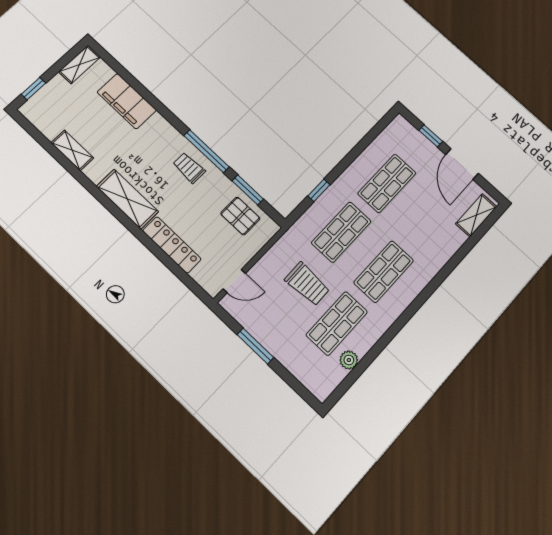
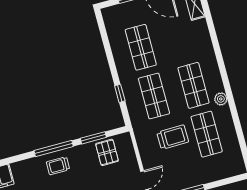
pallet: (240, 216) -> (107, 152), turned 90
plant: (349, 360) -> (221, 99), moved

